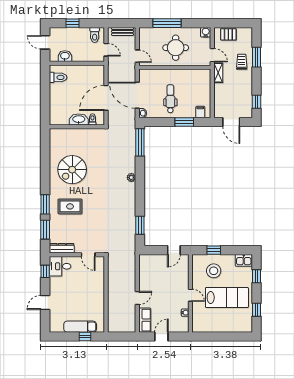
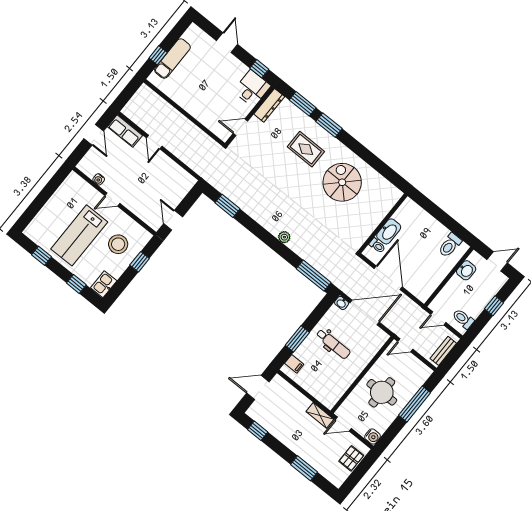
trolley: (242, 62) -> (312, 449), removed
rug: (70, 206) -> (306, 149), turned 90

